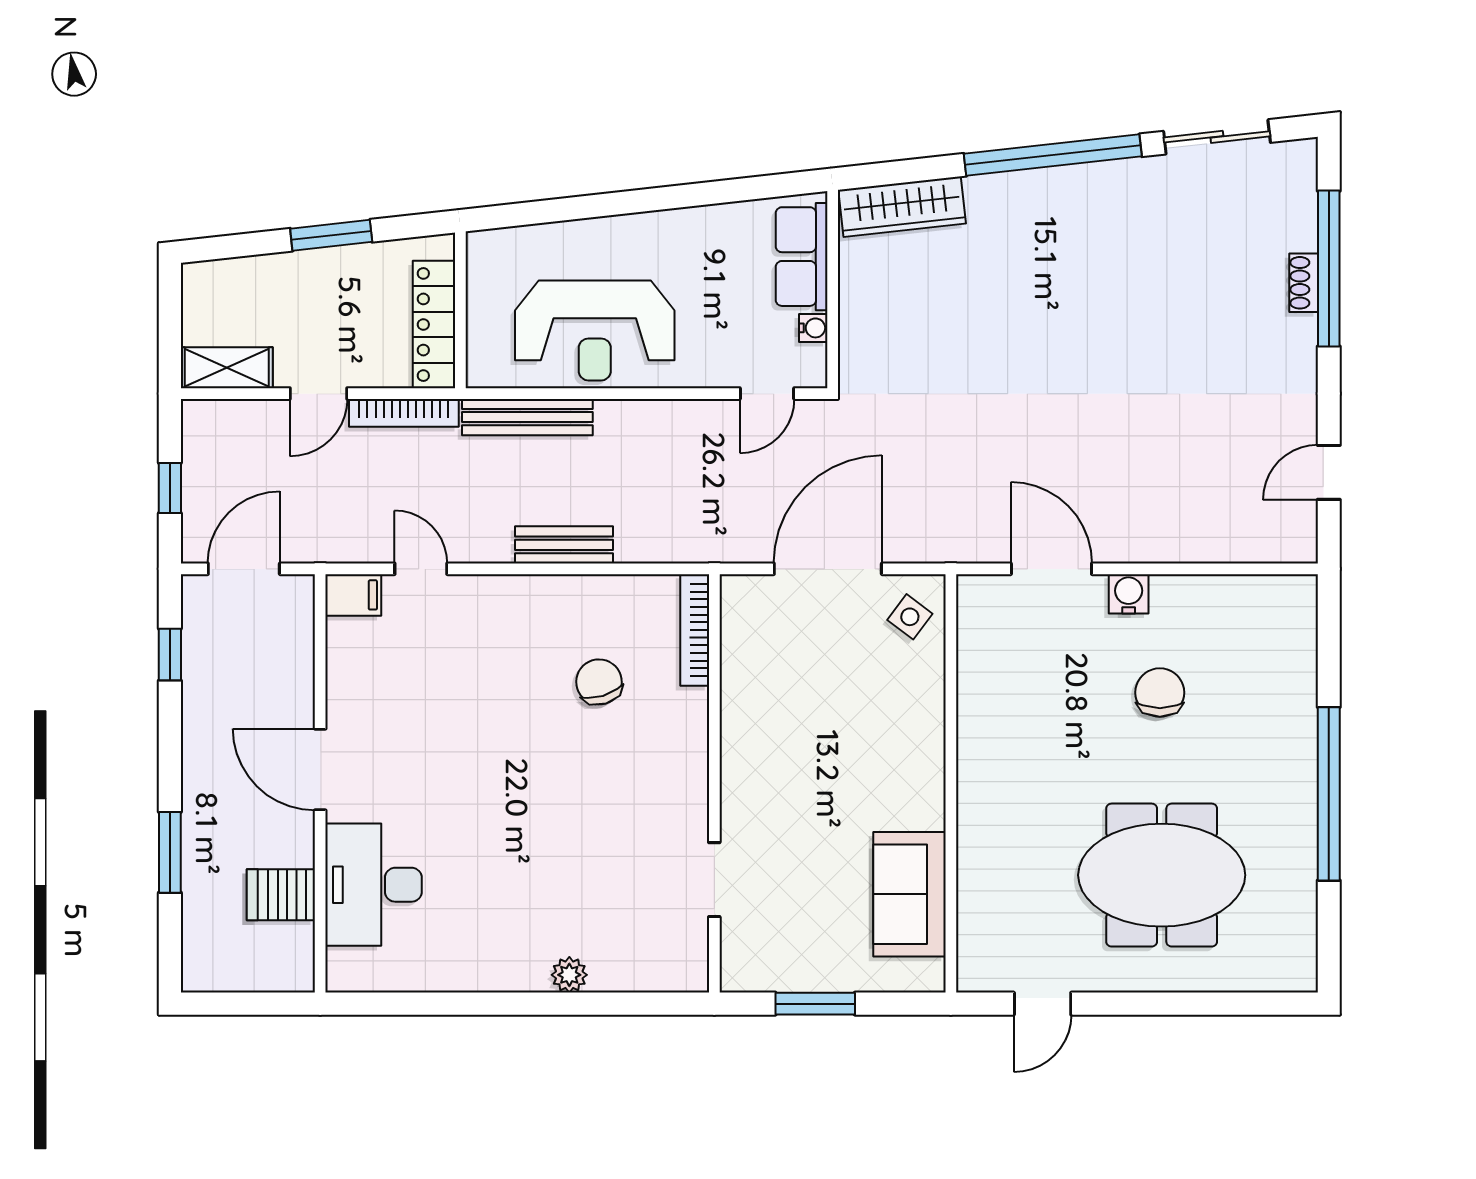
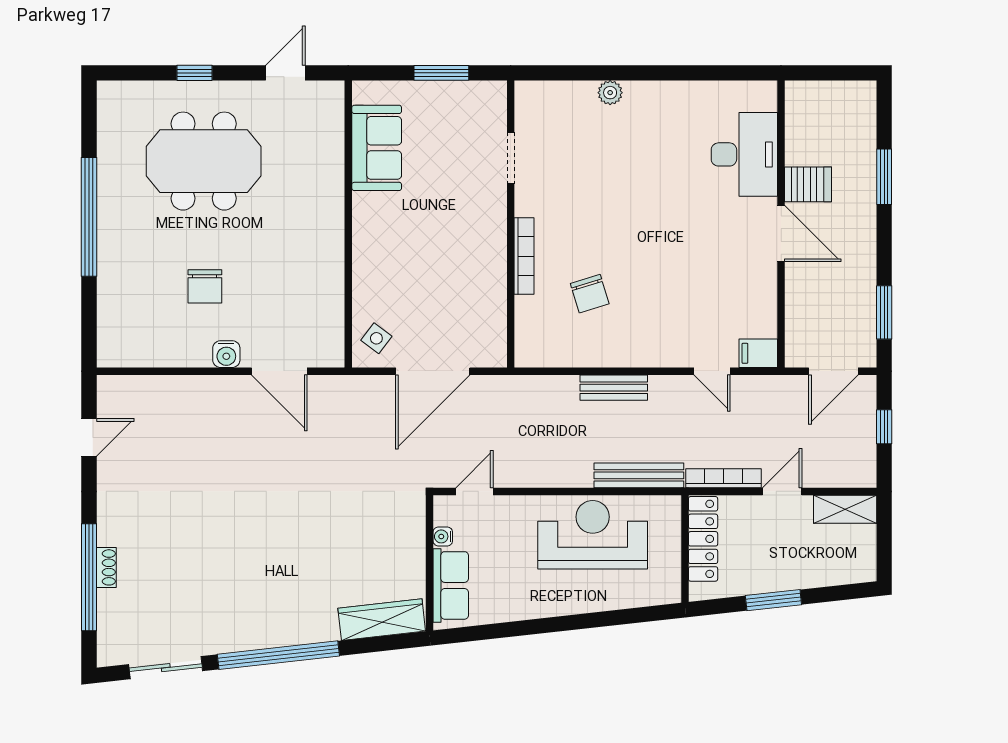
bookcase: (695, 630) -> (524, 256), moved
window: (170, 655) -> (884, 312), width x1.50
server rack: (281, 895) -> (808, 184), moved
window: (1175, 1004) -> (194, 73), added

